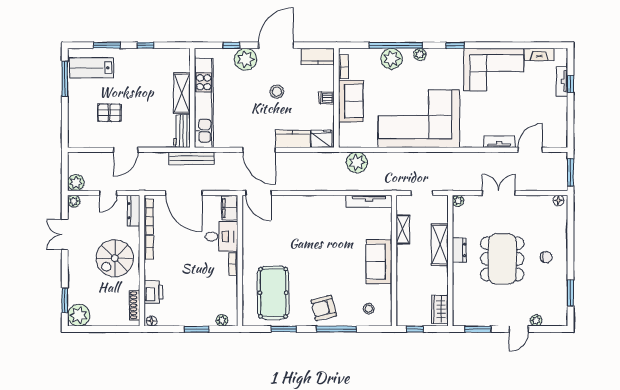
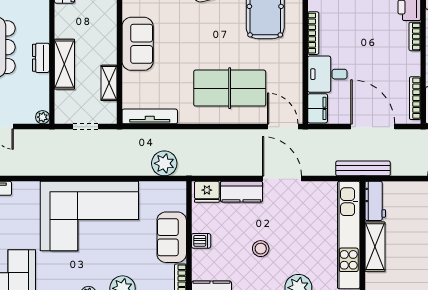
table tennis table: (303, 225) -> (230, 88), added
bookcase: (149, 247) -> (415, 36), moved
bookcase: (233, 264) -> (313, 33), width x1.56

